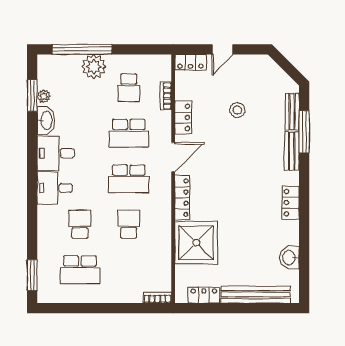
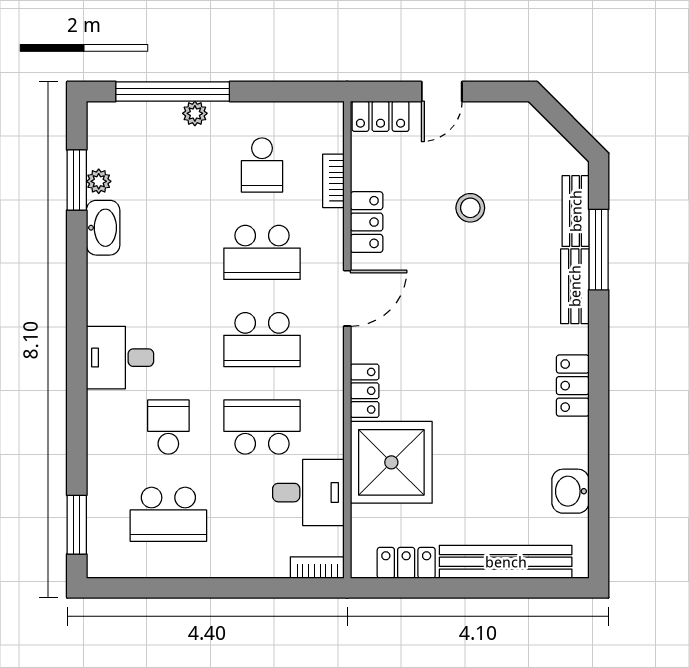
plant: (94, 67) -> (195, 113), width x0.53, depth x0.53
desk: (56, 153) -> (308, 493), moved, turned 180
locker: (182, 198) -> (365, 391), width x0.66
school desk: (129, 224) -> (262, 427), width x1.85

